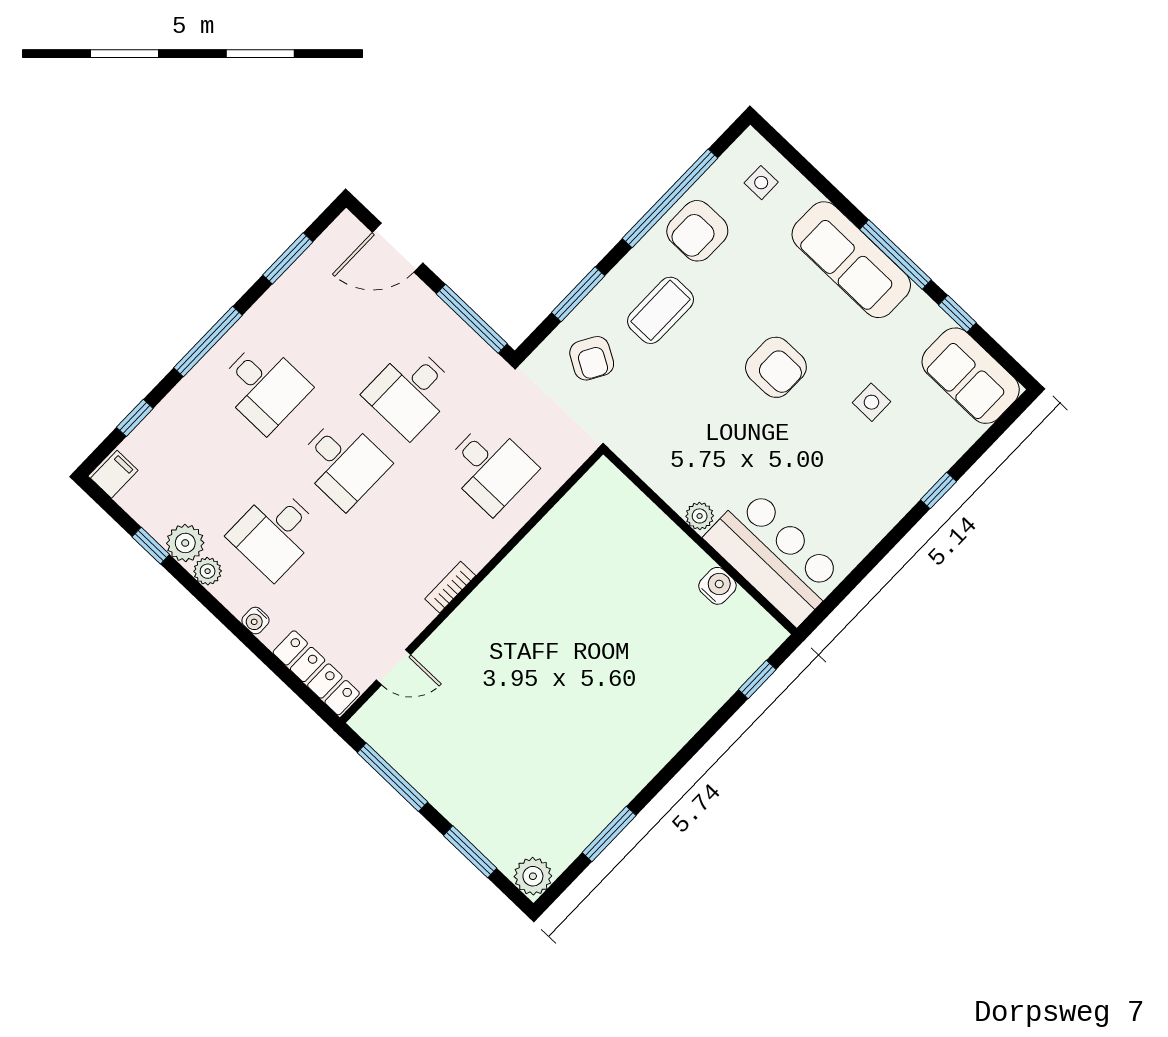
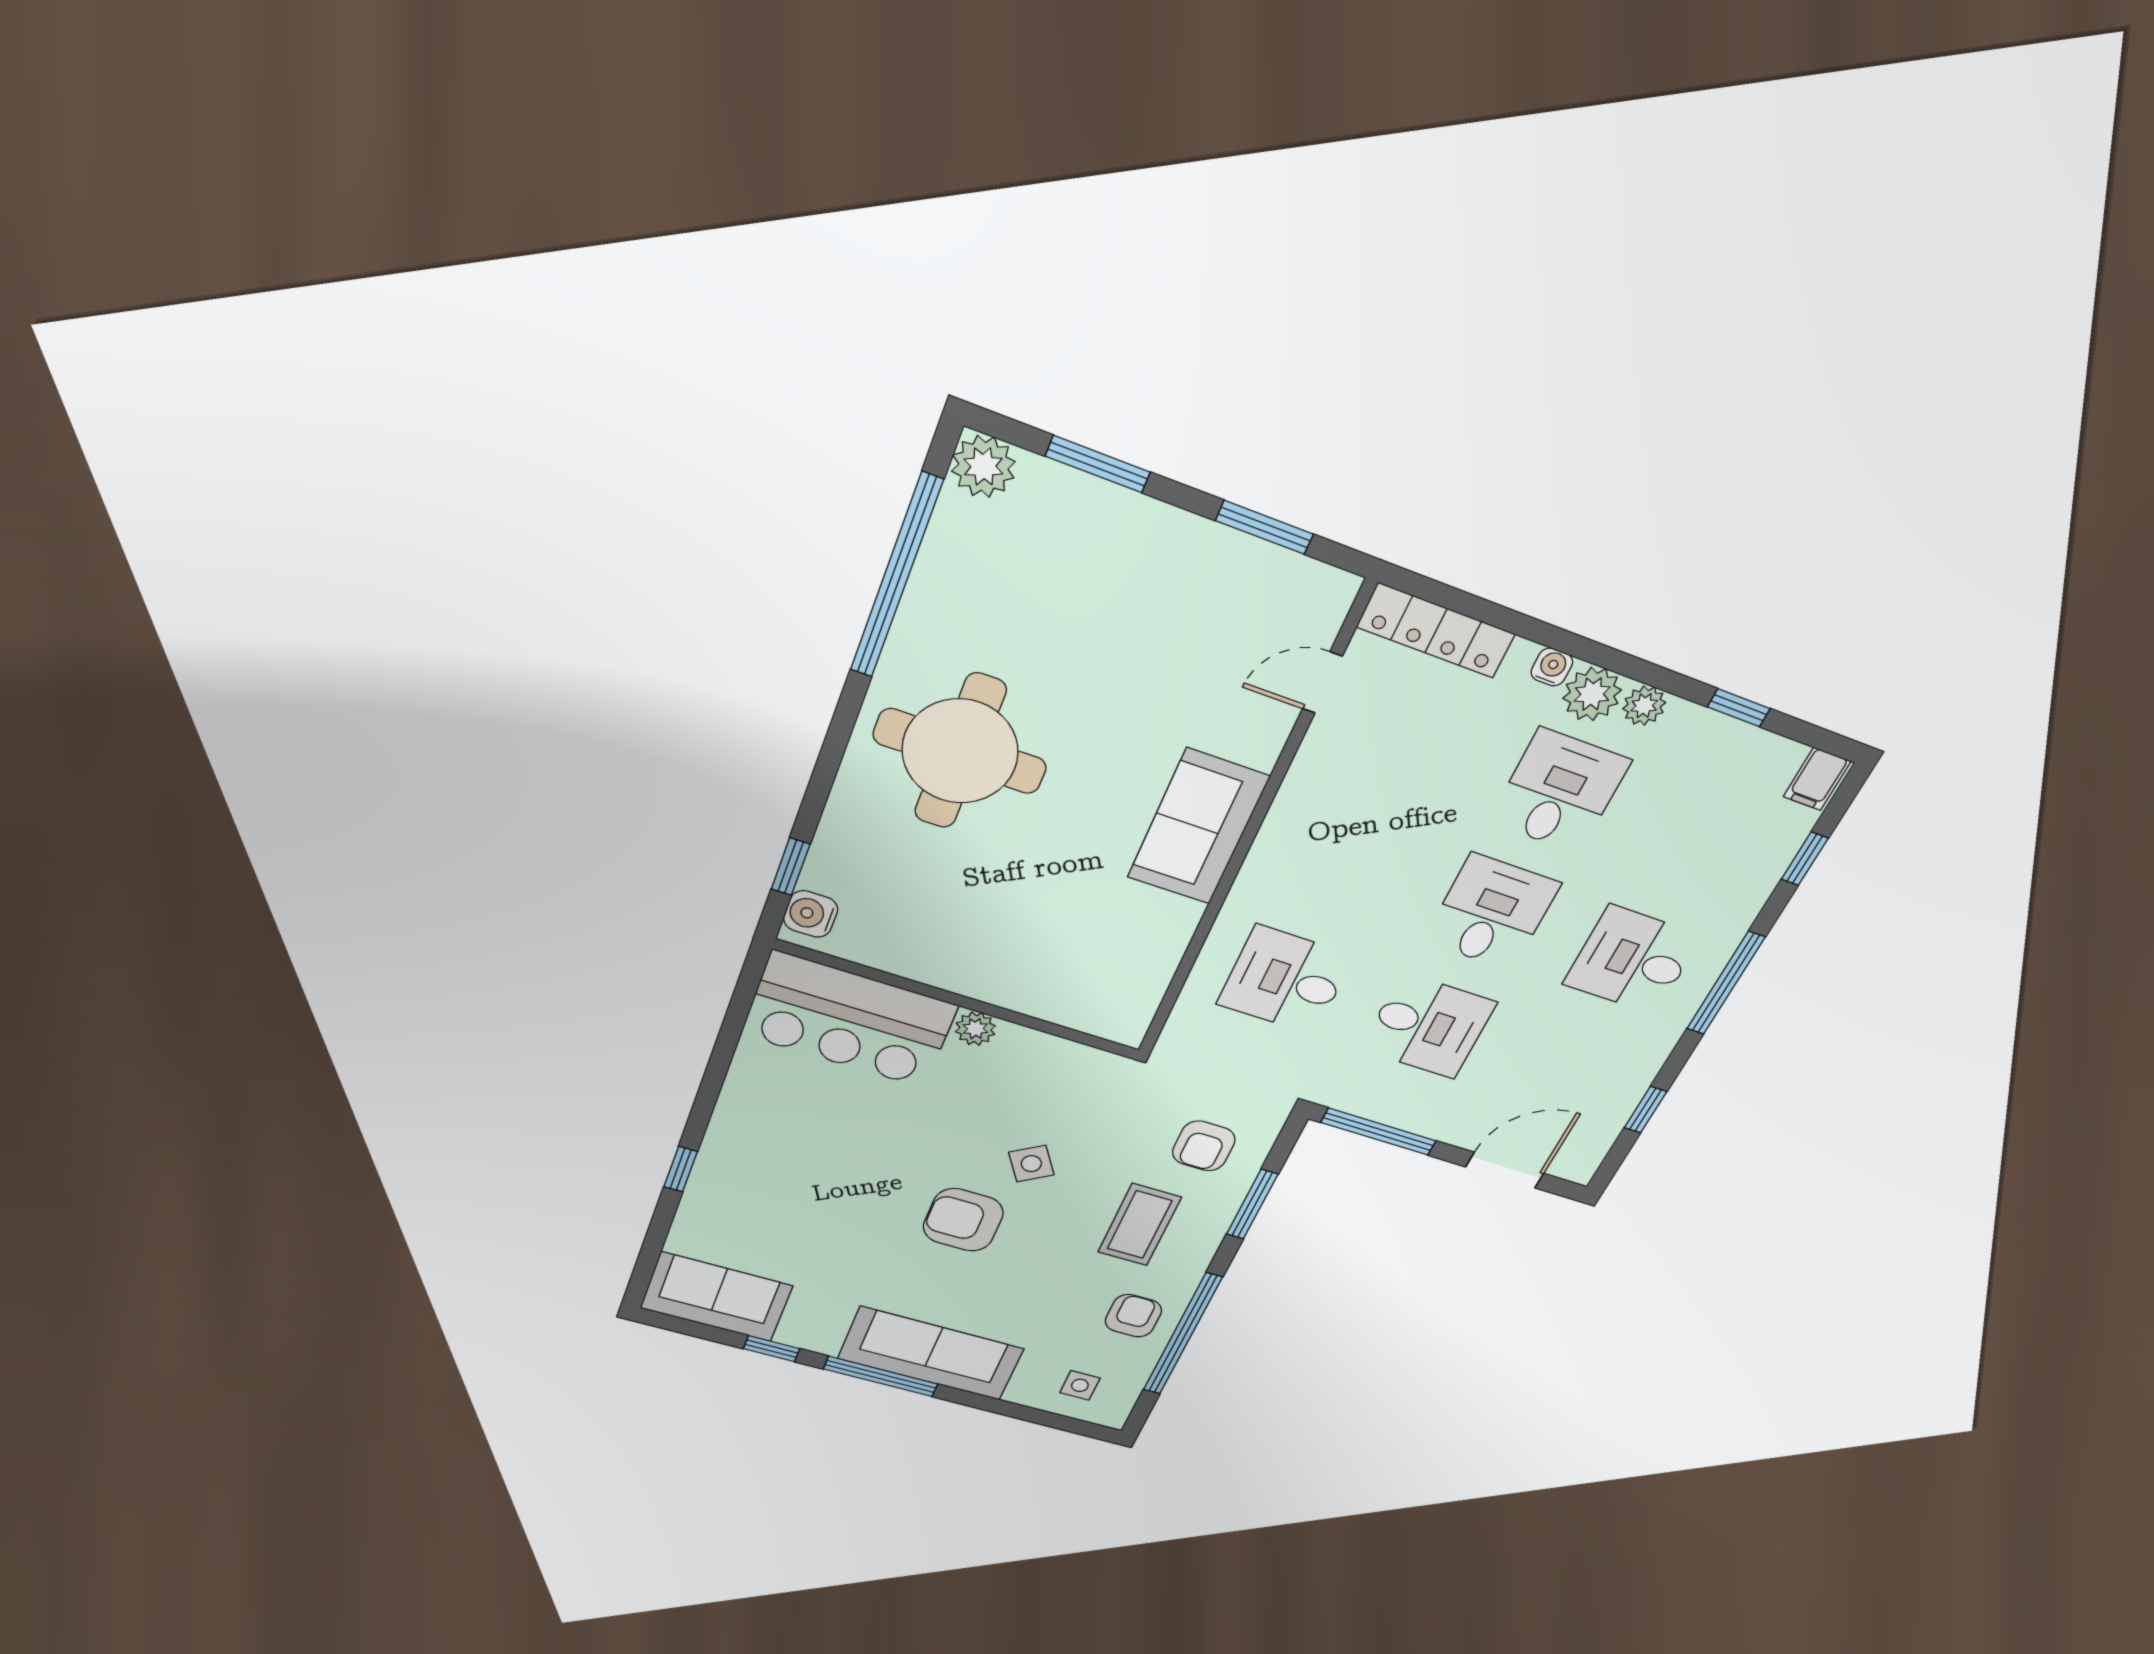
armchair: (697, 231) -> (1133, 1316), width x0.72, depth x0.72
window: (288, 258) -> (1645, 1110), width x0.67
armchair: (592, 358) -> (1204, 1146), turned -120
desk: (411, 392) -> (1428, 1026), turned 90
side table: (871, 402) -> (1031, 1164), moved, turned -33
desk: (343, 462) -> (1492, 912), turned 90
plant: (185, 543) -> (1592, 694), moved
water cooler: (717, 586) -> (811, 914), moved, turned 90
bookcase: (450, 587) -> (1281, 817), removed
sofa: (503, 602) -> (1198, 827), added
round table: (622, 712) -> (960, 751), added
window: (392, 777) -> (1264, 527), width x0.69
window: (609, 834) -> (896, 576), width x2.11

